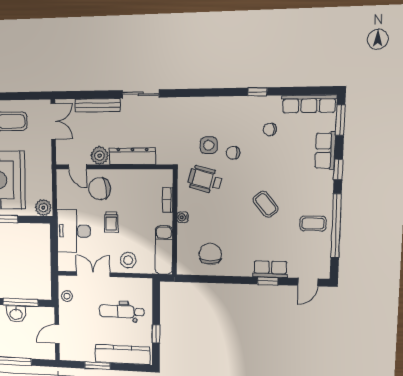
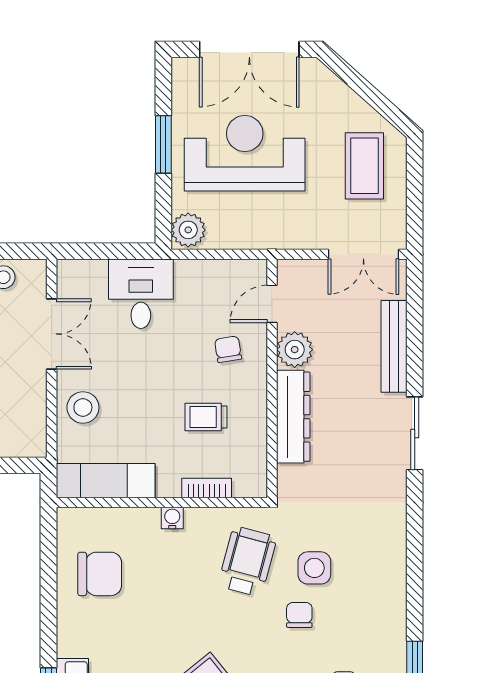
chair: (100, 189) -> (228, 349), width x0.54, depth x0.54
trolley: (111, 222) -> (206, 417), moved
desk: (74, 231) -> (141, 294), width x0.73

